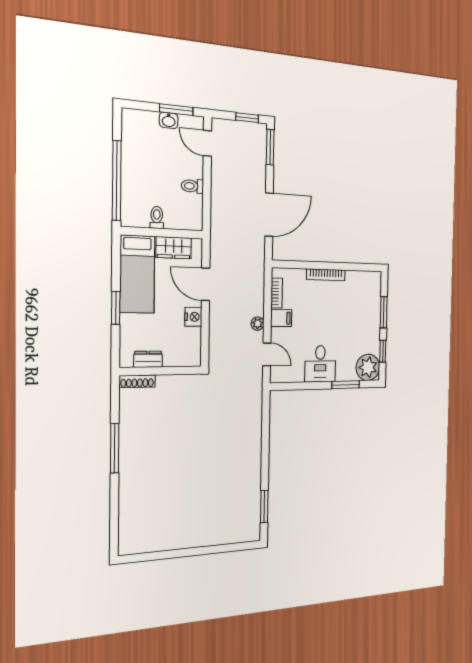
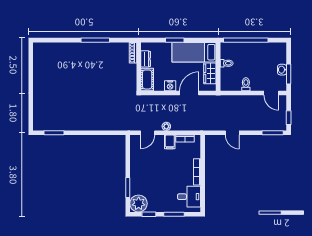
door: (207, 143) -> (271, 93), swing flipped
door: (269, 215) -> (232, 133), width x0.53
cot: (183, 356) -> (147, 79), added
desk: (320, 364) -> (189, 197), moved, turned 180

